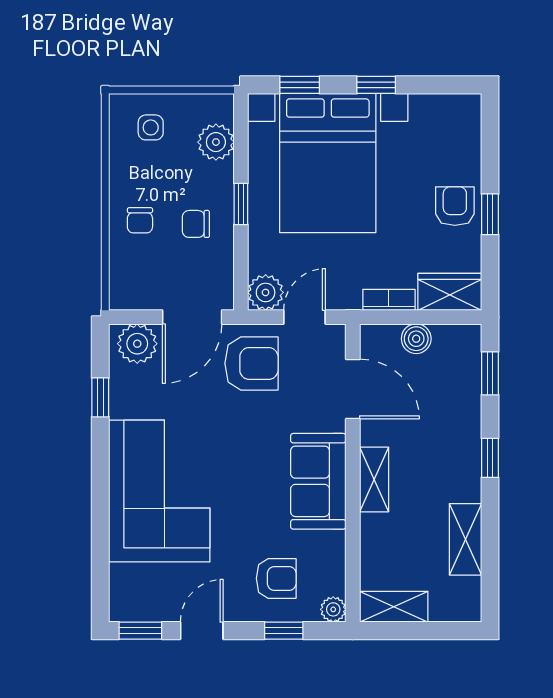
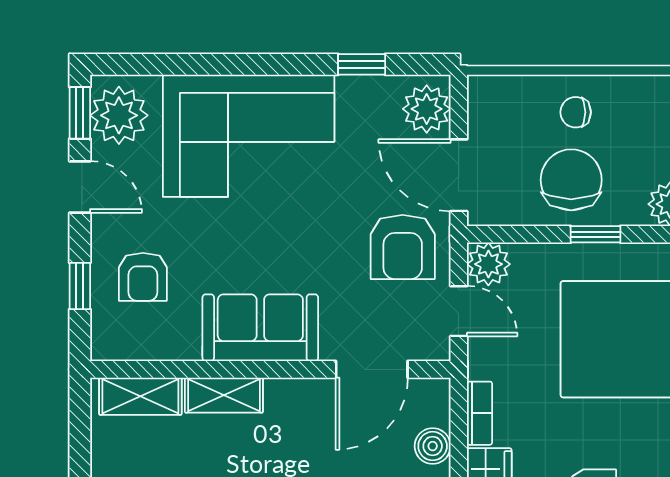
chair: (196, 224) -> (571, 180), width x1.87, depth x1.87
shelving: (374, 480) -> (224, 395), moved
shelving: (394, 607) -> (140, 396), moved, turned 90
plant: (333, 609) -> (119, 115), moved, width x1.88, depth x1.88

